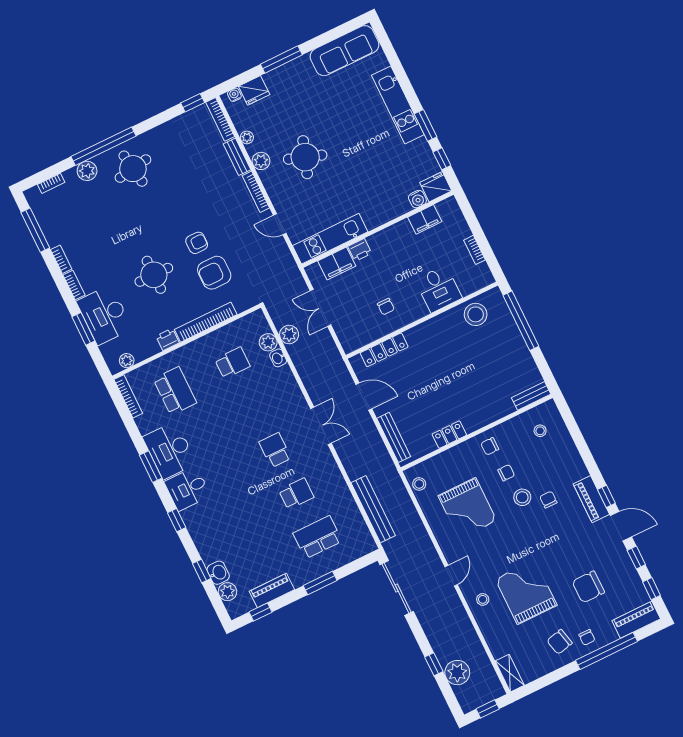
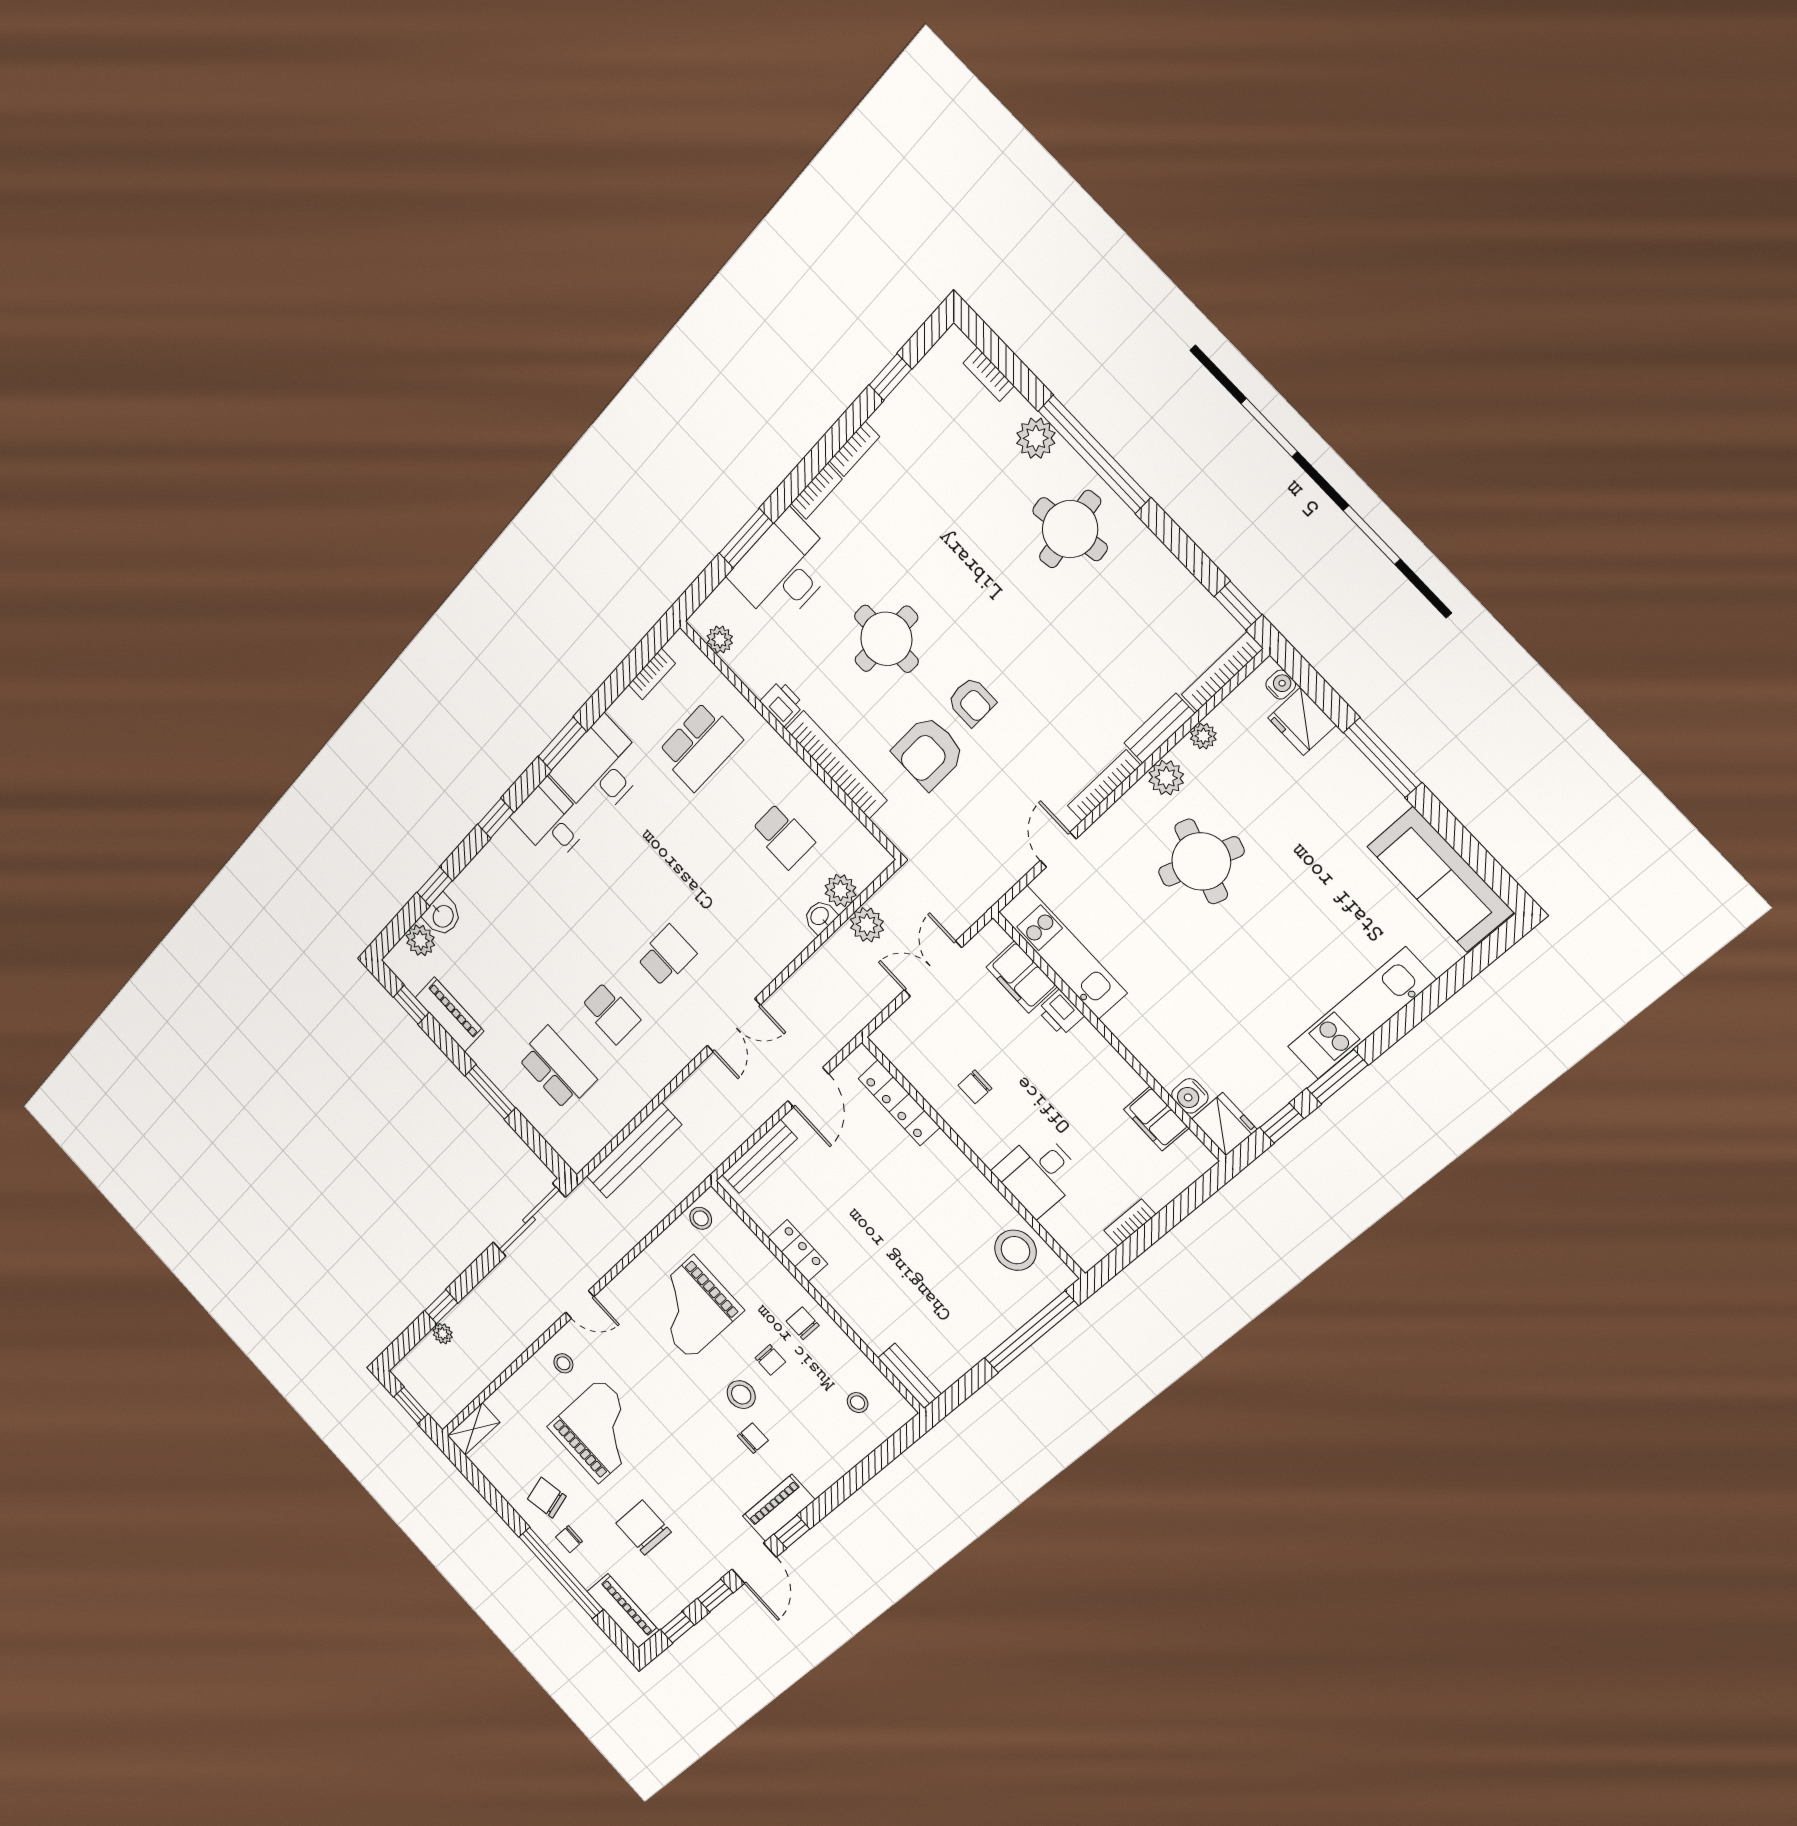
window: (35, 230) -> (890, 377), width x0.46
armchair: (214, 273) -> (929, 752), turned -90
bookcase: (128, 396) -> (652, 674), width x0.64
plant: (457, 673) -> (443, 1334), width x0.53, depth x0.53

